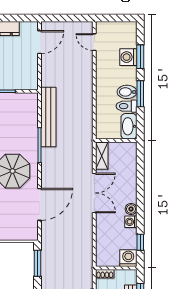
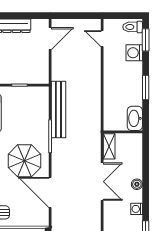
window: (140, 57) -> (146, 40), moved
bidet: (127, 92) -> (133, 86), removed
toilet: (126, 106) -> (133, 27), moved
door: (40, 204) -> (50, 192), swing flipped
boiler: (131, 209) -> (137, 184), moved

